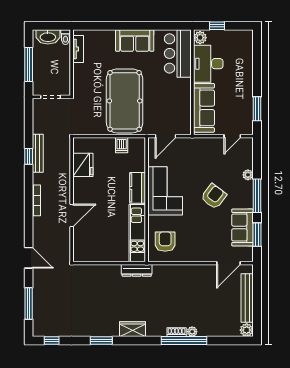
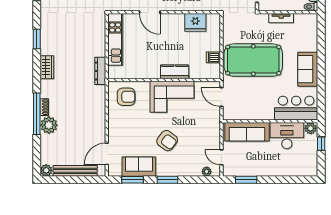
tv unit: (78, 49) -> (281, 18), moved
plant: (248, 175) -> (207, 172), moved
window: (257, 196) -> (168, 180), width x0.69
kitchen unit: (137, 233) -> (115, 39), moved, turned 90
door: (228, 263) -> (107, 154), hinge flipped
plant: (192, 332) -> (49, 125), width x1.88, depth x1.88

